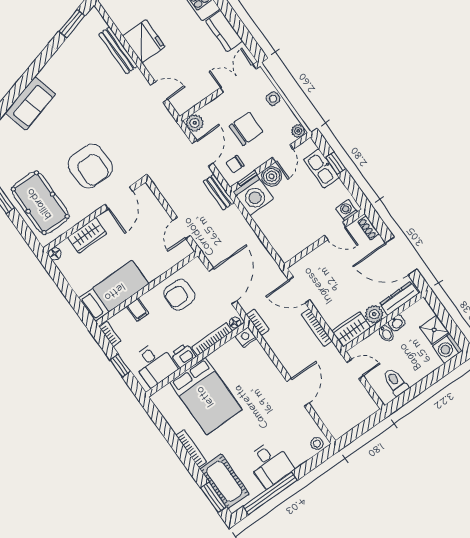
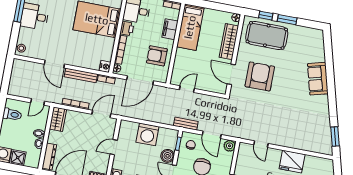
bench: (118, 50) -> (81, 75), moved
door: (159, 92) -> (261, 144), hinge flipped
armchair: (90, 166) -> (260, 76), turned 90
washing machine: (253, 195) -> (147, 134), moved, turned -90
window: (21, 225) -> (266, 16), added
door: (182, 228) -> (187, 89), hinge flipped
door: (335, 231) -> (114, 147), moved
wardrobe: (87, 235) -> (229, 42), width x1.50
door: (223, 286) -> (140, 80), hinge flipped
armchair: (179, 295) -> (157, 56), turned -90
filing cabinet: (138, 310) -> (170, 29), width x2.00
plant: (374, 314) -> (54, 137), removed

